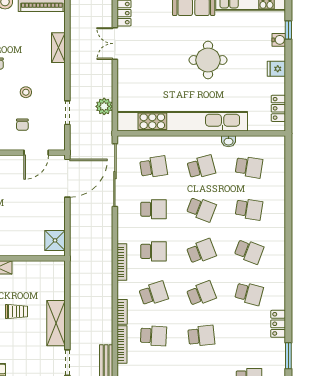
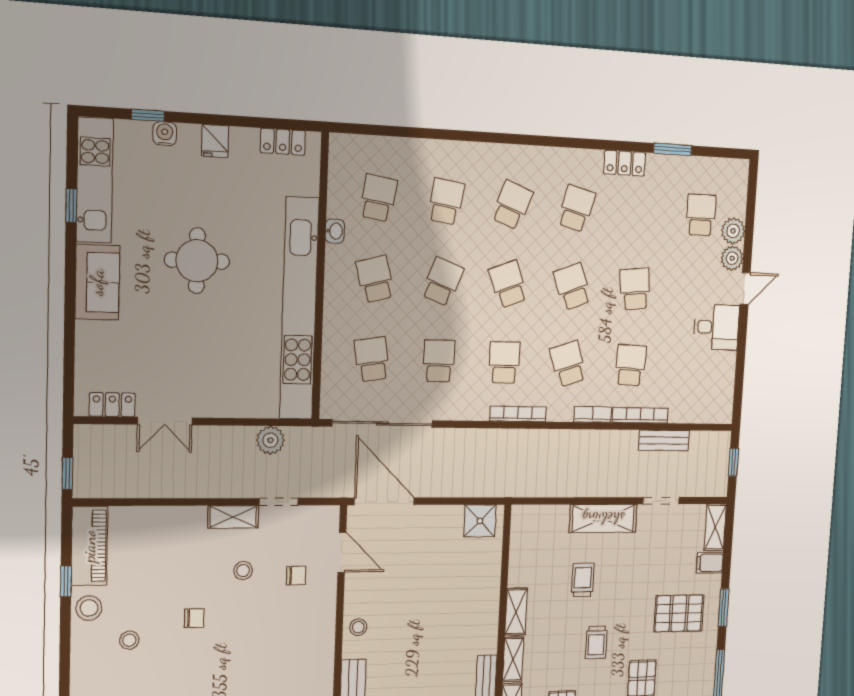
shelving: (58, 48) -> (233, 517), moved

